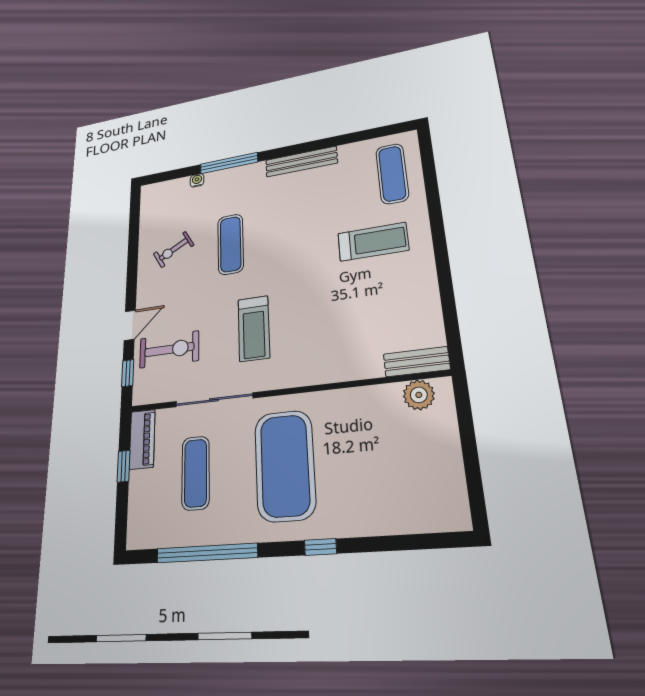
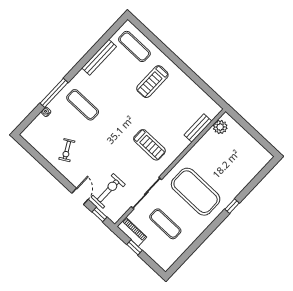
bench: (301, 162) -> (99, 57), moved
treadmill: (373, 242) -> (152, 82), turned 180
exercise mat: (231, 244) -> (83, 105), moved
treadmill: (254, 328) -> (149, 145), moved
bench: (417, 362) -> (198, 128), moved
window: (207, 553) -> (196, 245), removed

